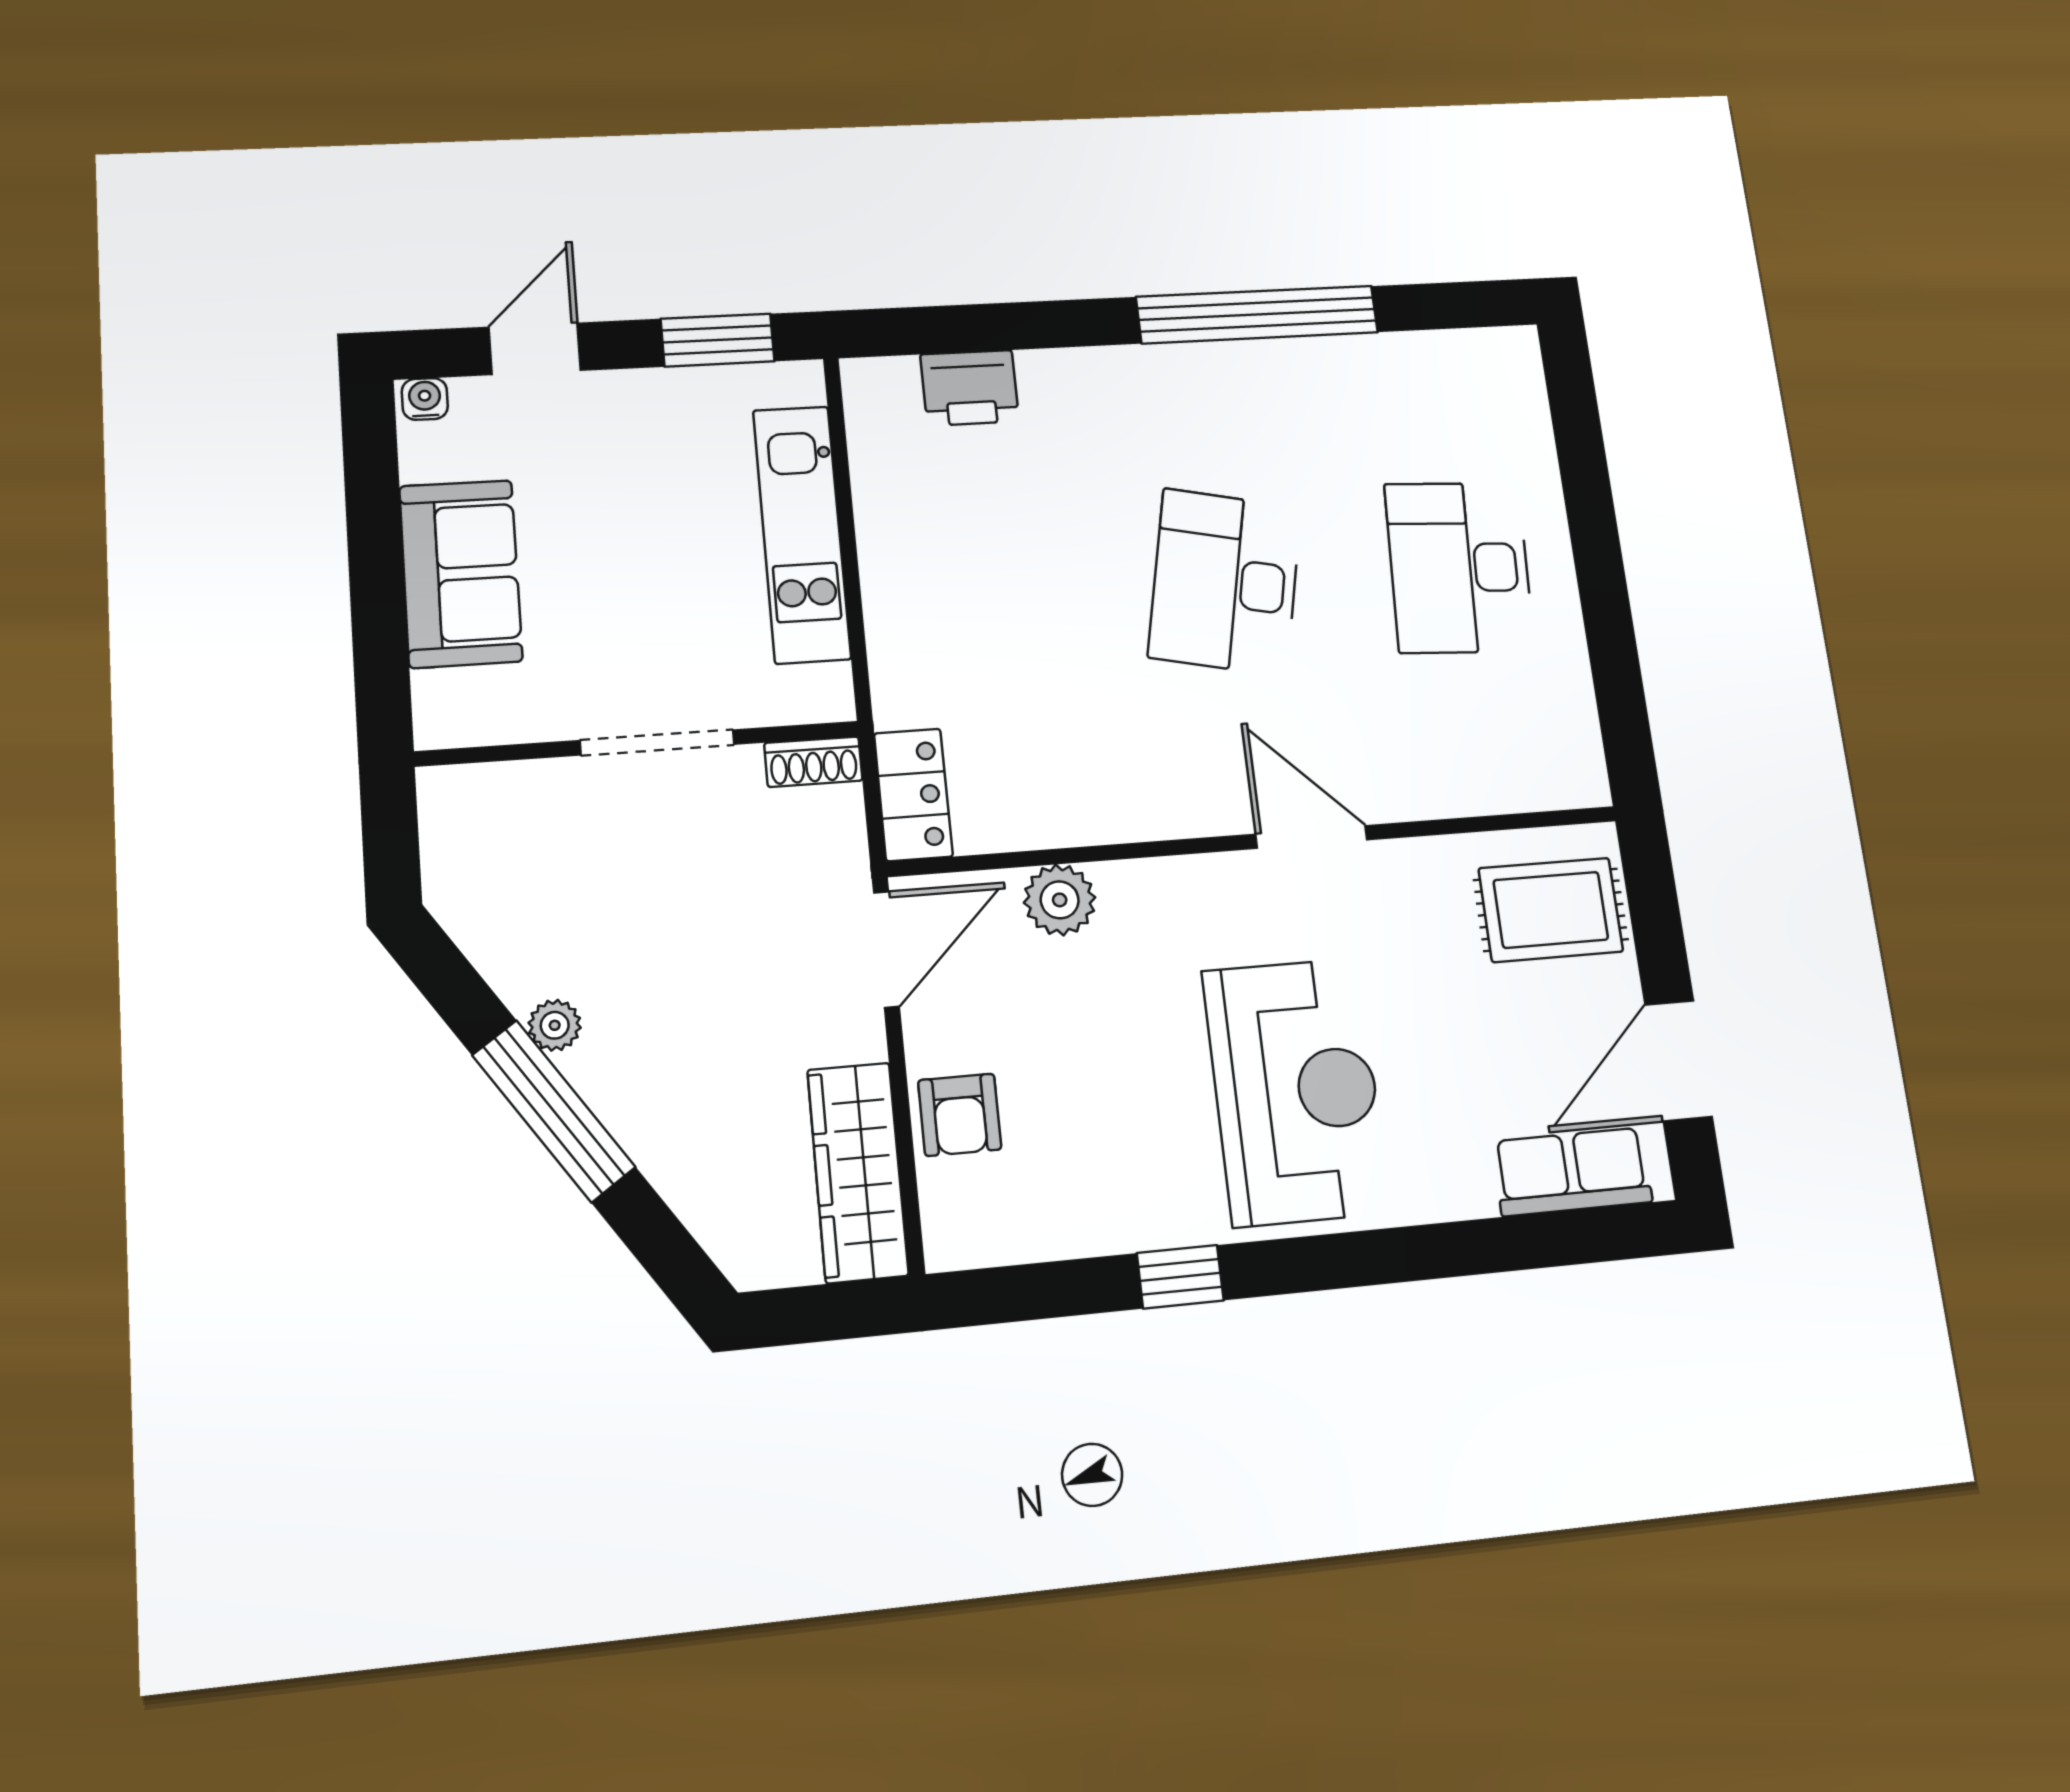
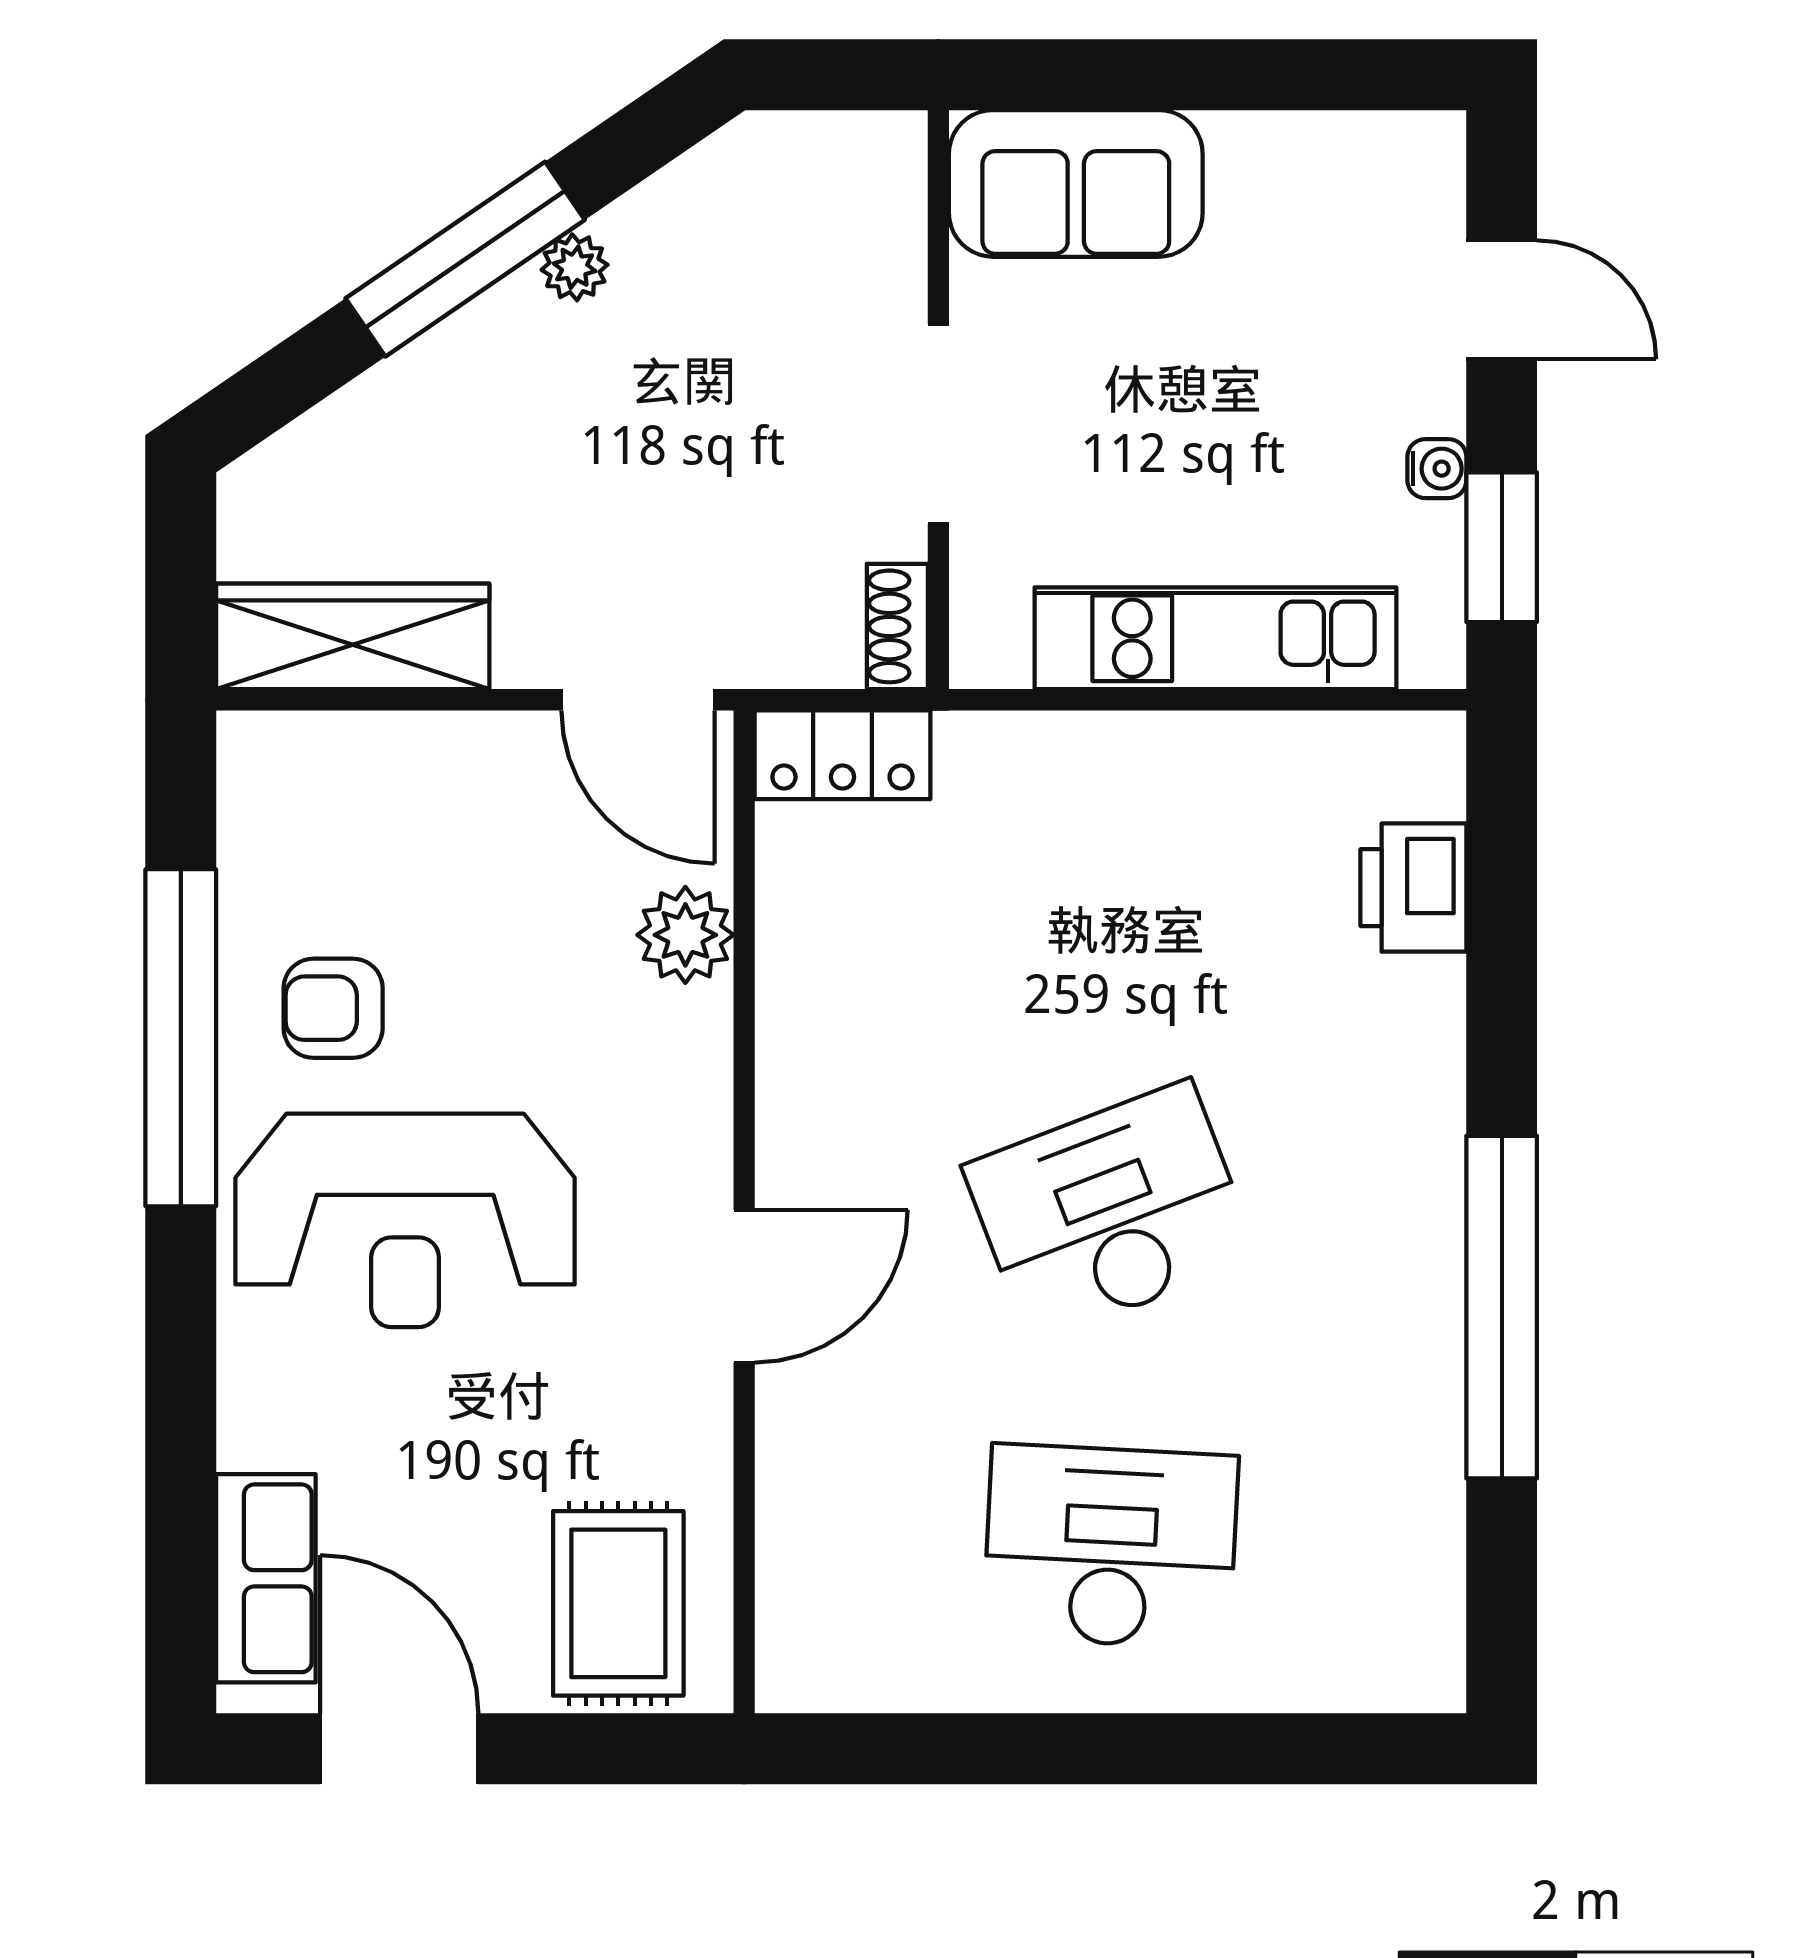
water cooler: (425, 399) -> (1437, 469), moved
sofa: (461, 573) -> (1076, 183), moved
desk: (1225, 582) -> (1111, 1212), turned -33
armchair: (960, 1115) -> (333, 1008), moved
window: (1180, 1277) -> (181, 1038), width x3.17

